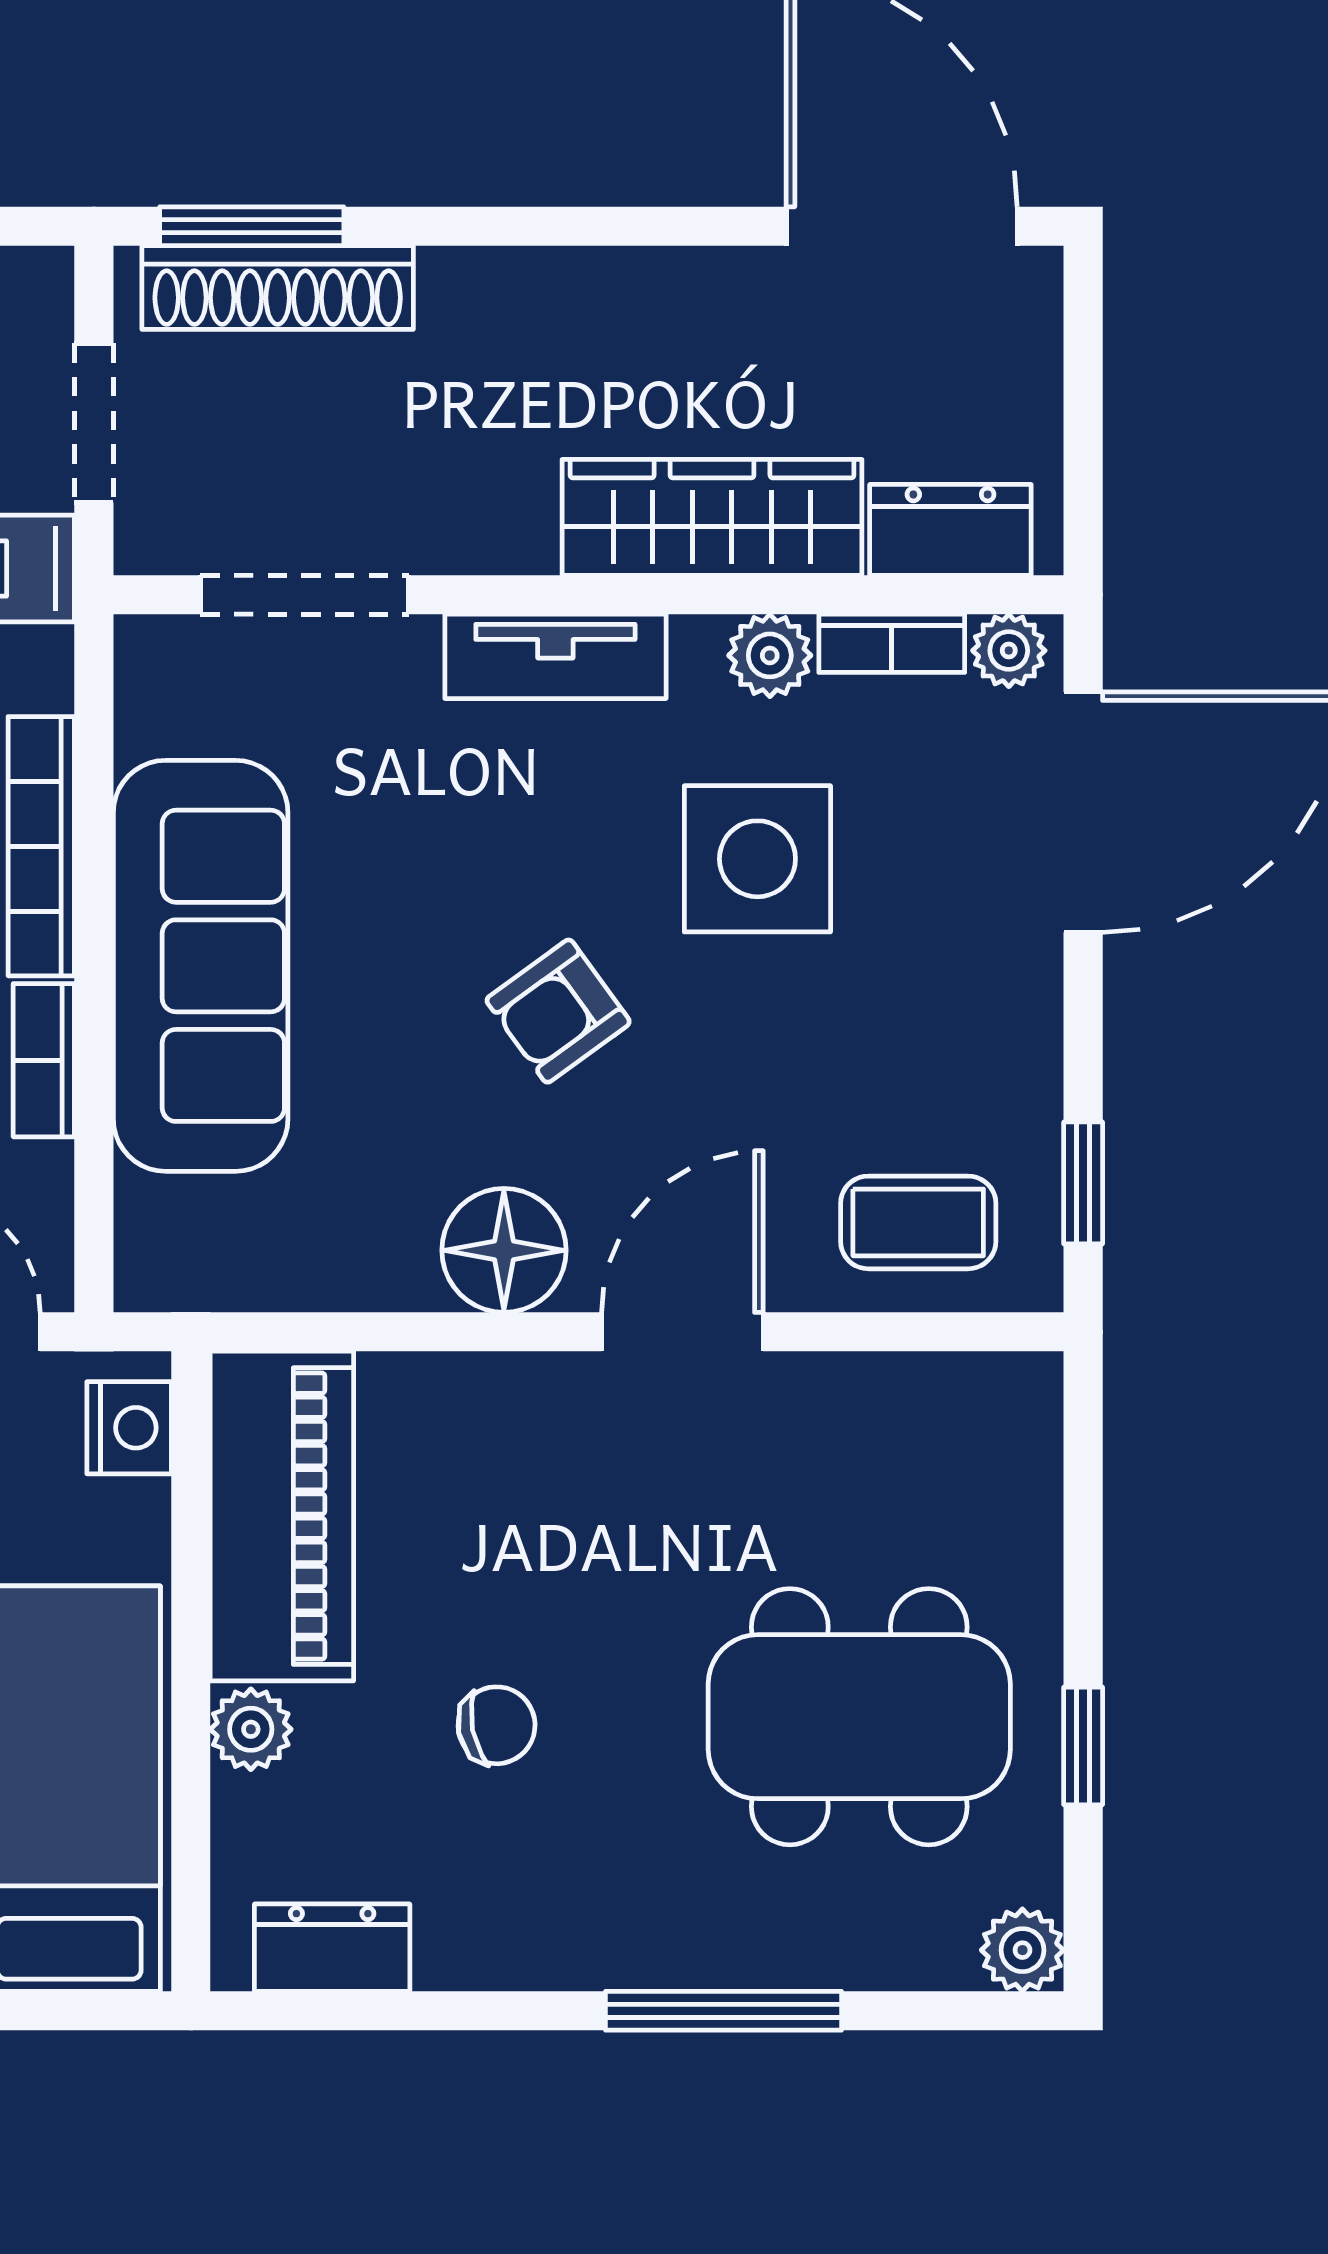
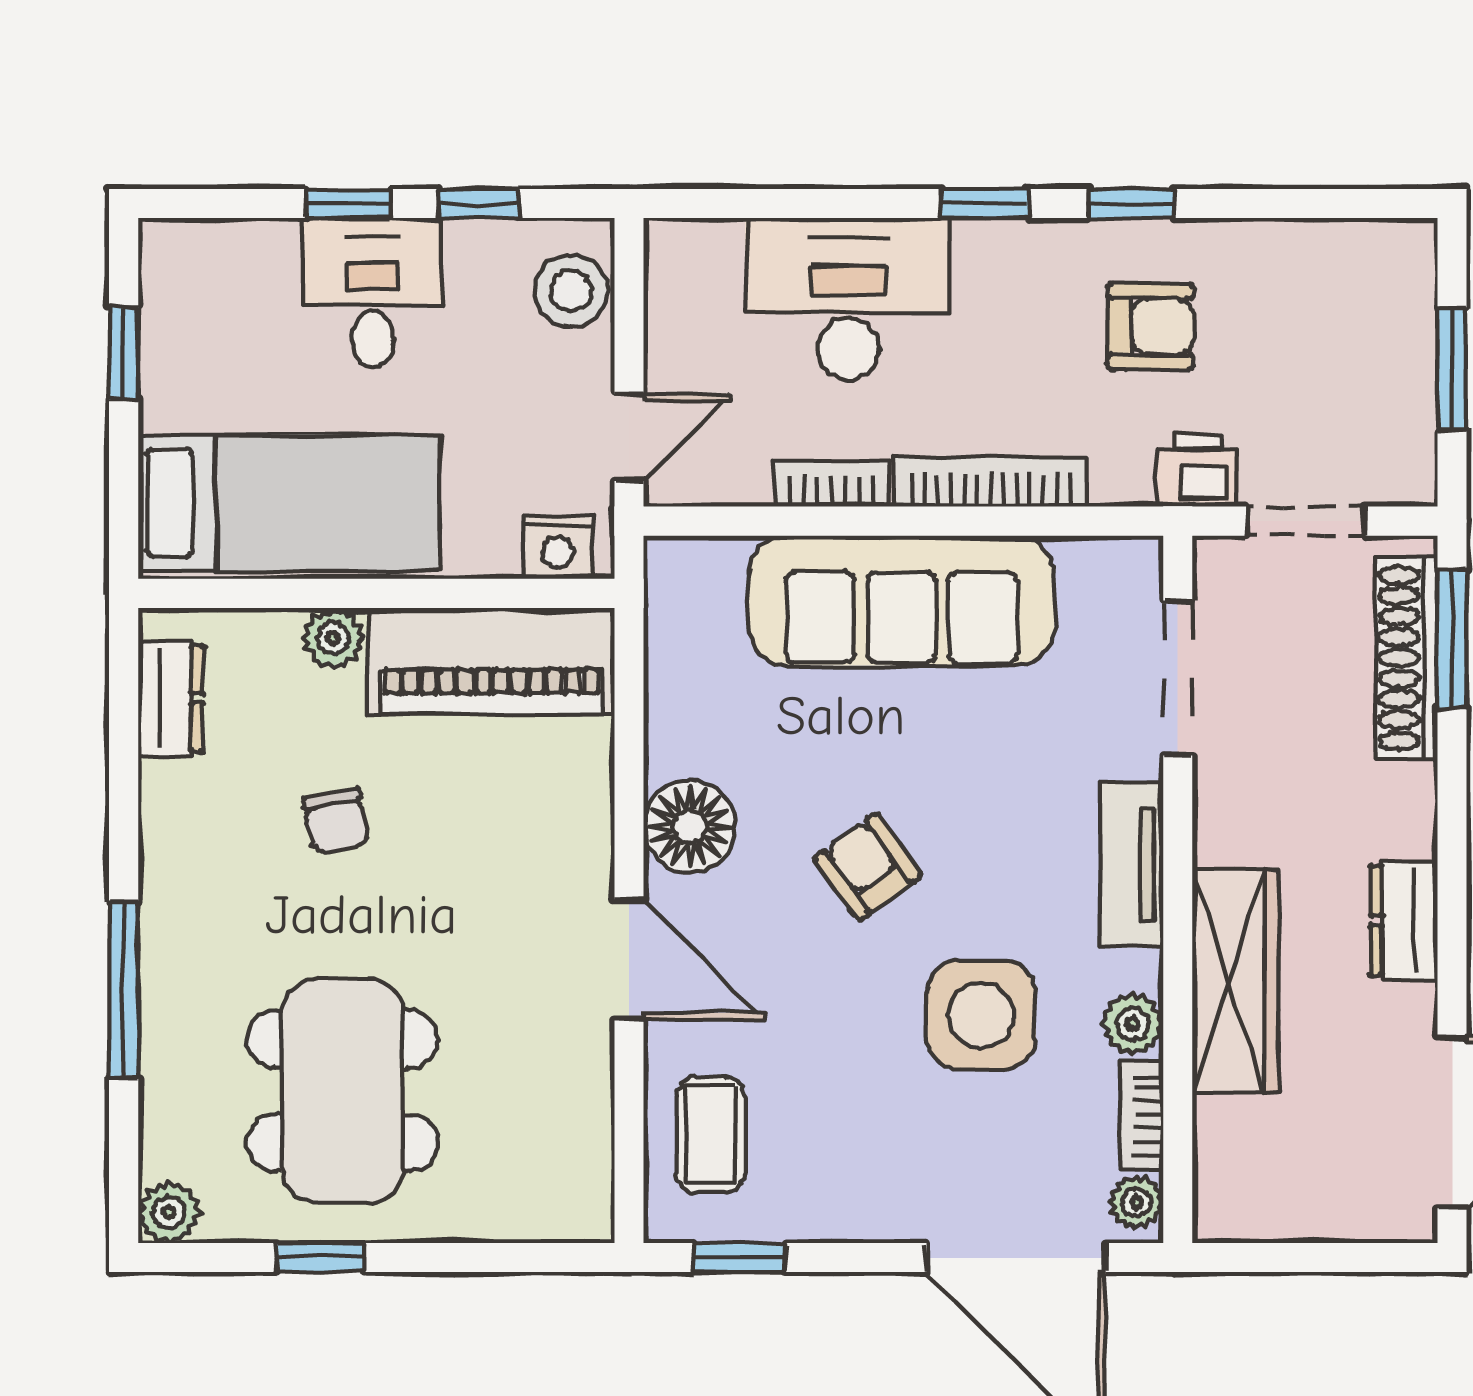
dresser: (950, 530) -> (1404, 920), moved, turned 180

